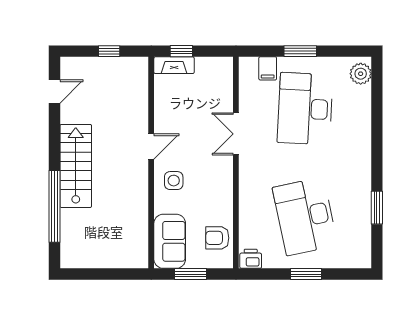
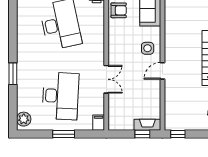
window: (109, 51) -> (178, 134), moved
filing cabinet: (268, 68) -> (99, 123), moved
window: (377, 208) -> (13, 74), moved

